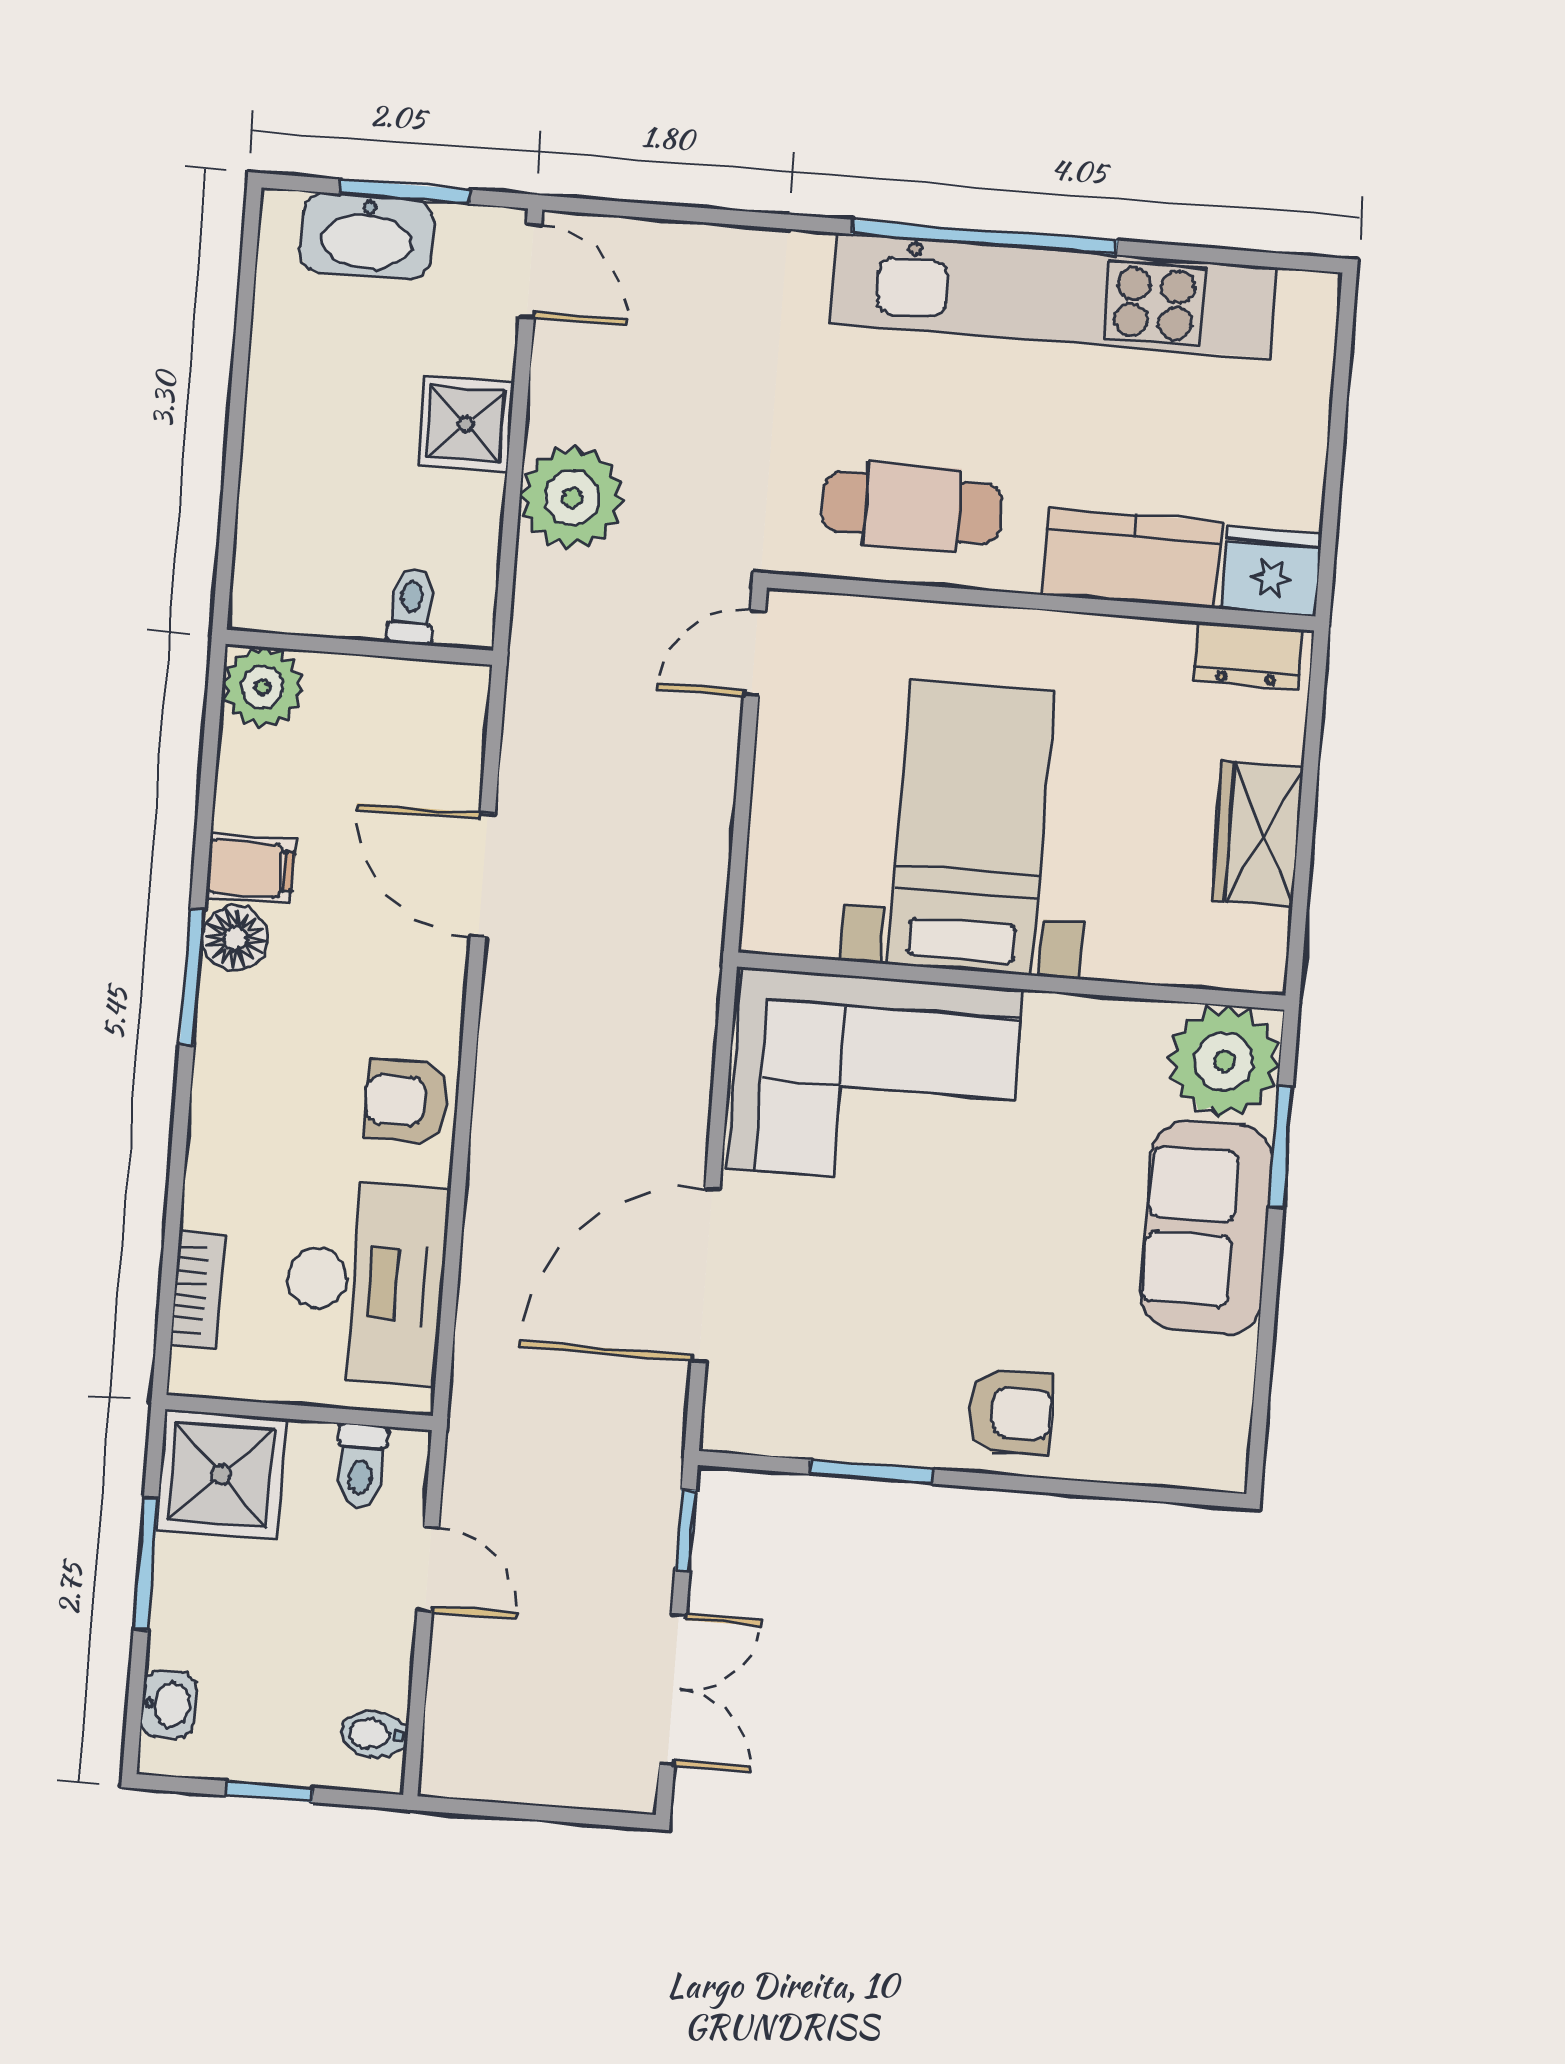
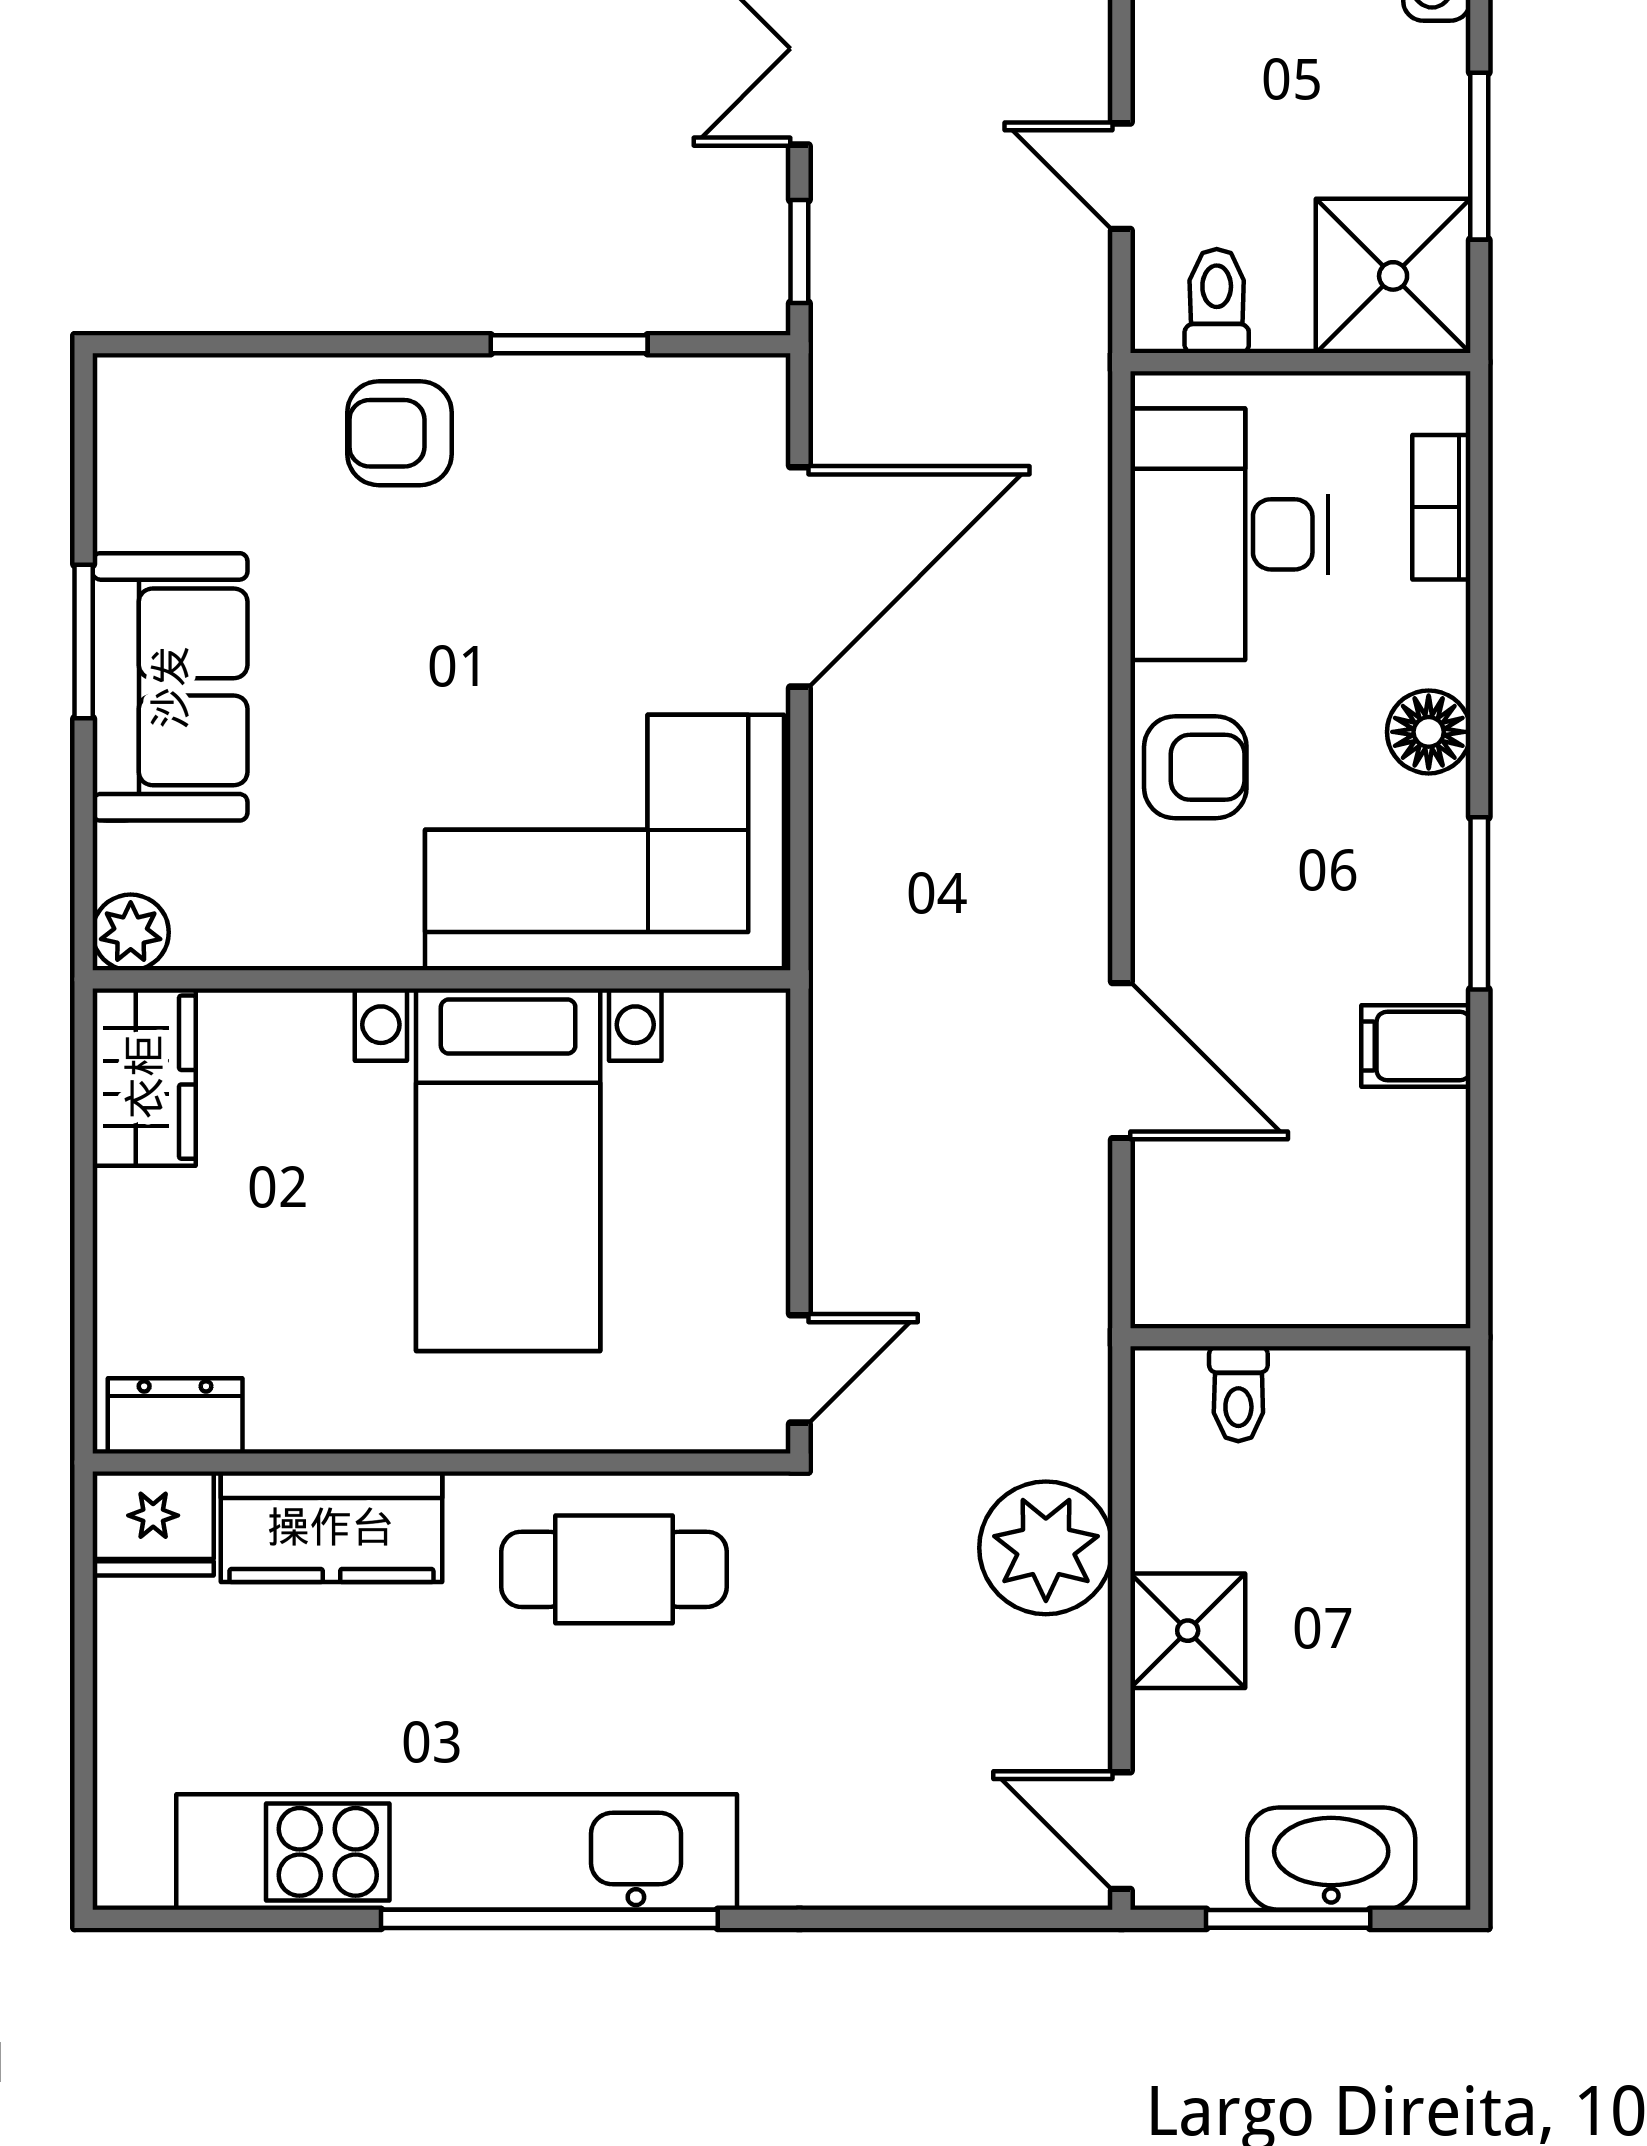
plant: (263, 687) -> (1419, 1277), removed
wardrobe: (1258, 834) -> (144, 1077), moved
floor lamp: (235, 938) -> (1429, 732), moved
plant: (1224, 1061) -> (131, 932), width x0.53, depth x0.53
window: (1281, 1147) -> (84, 642), moved

